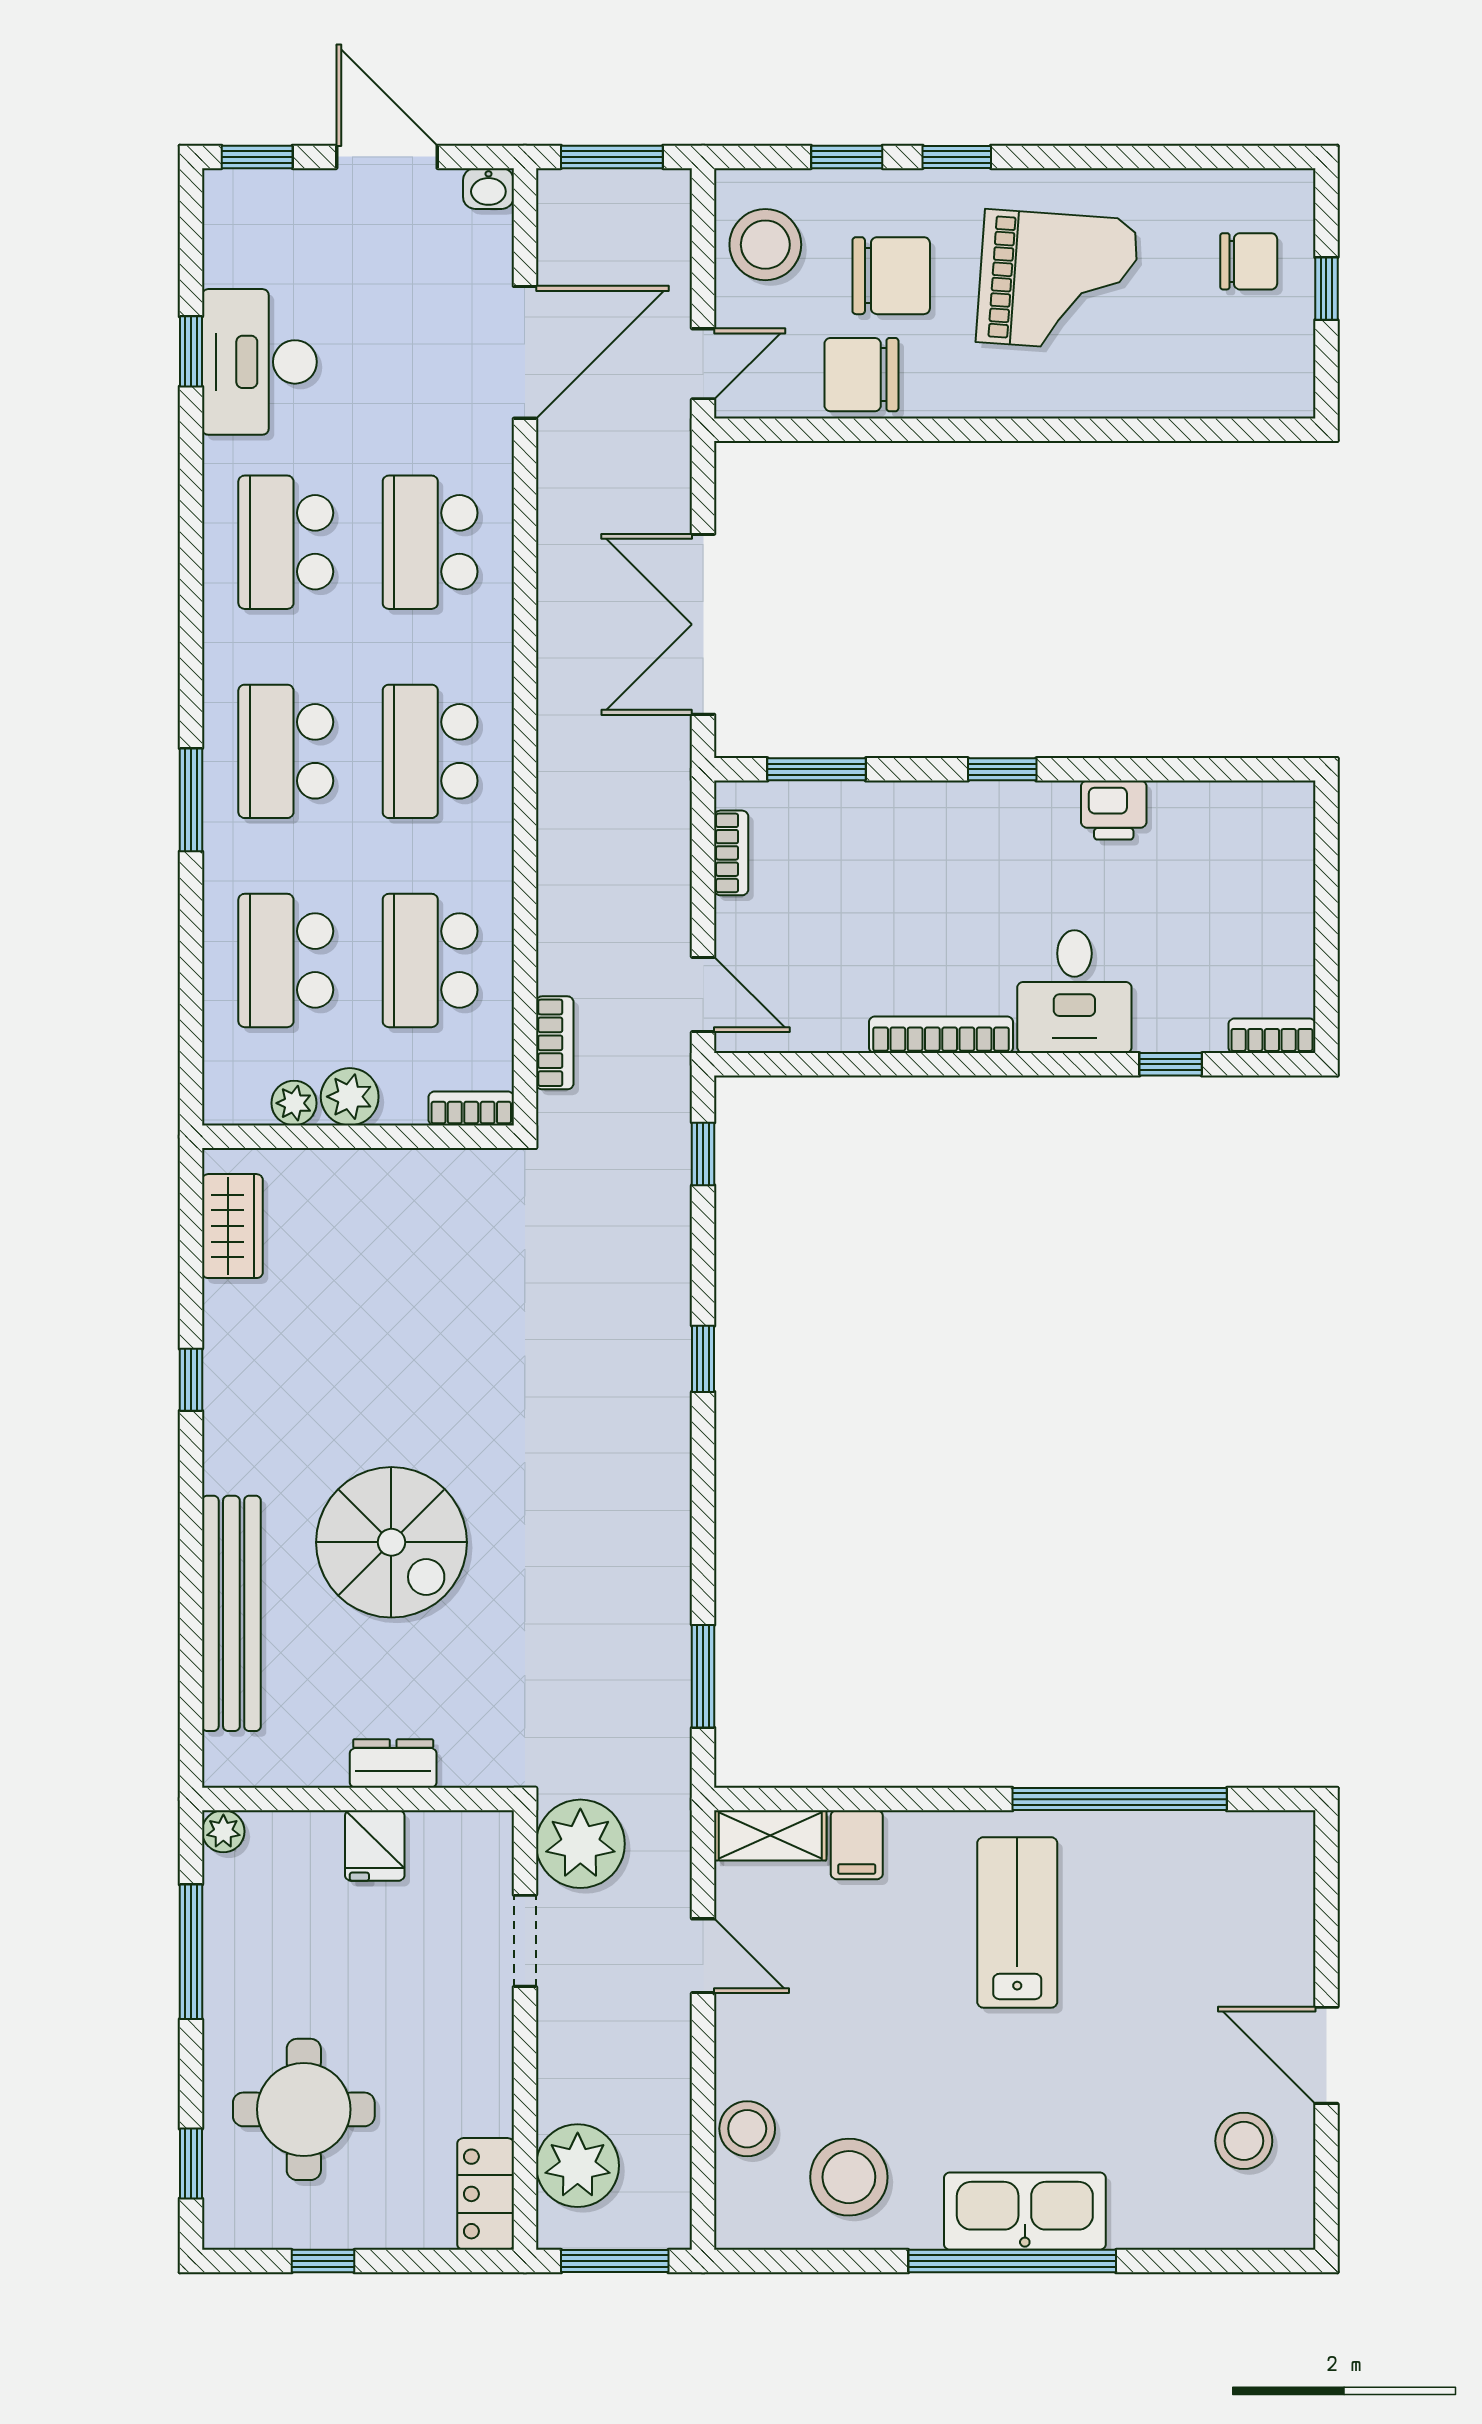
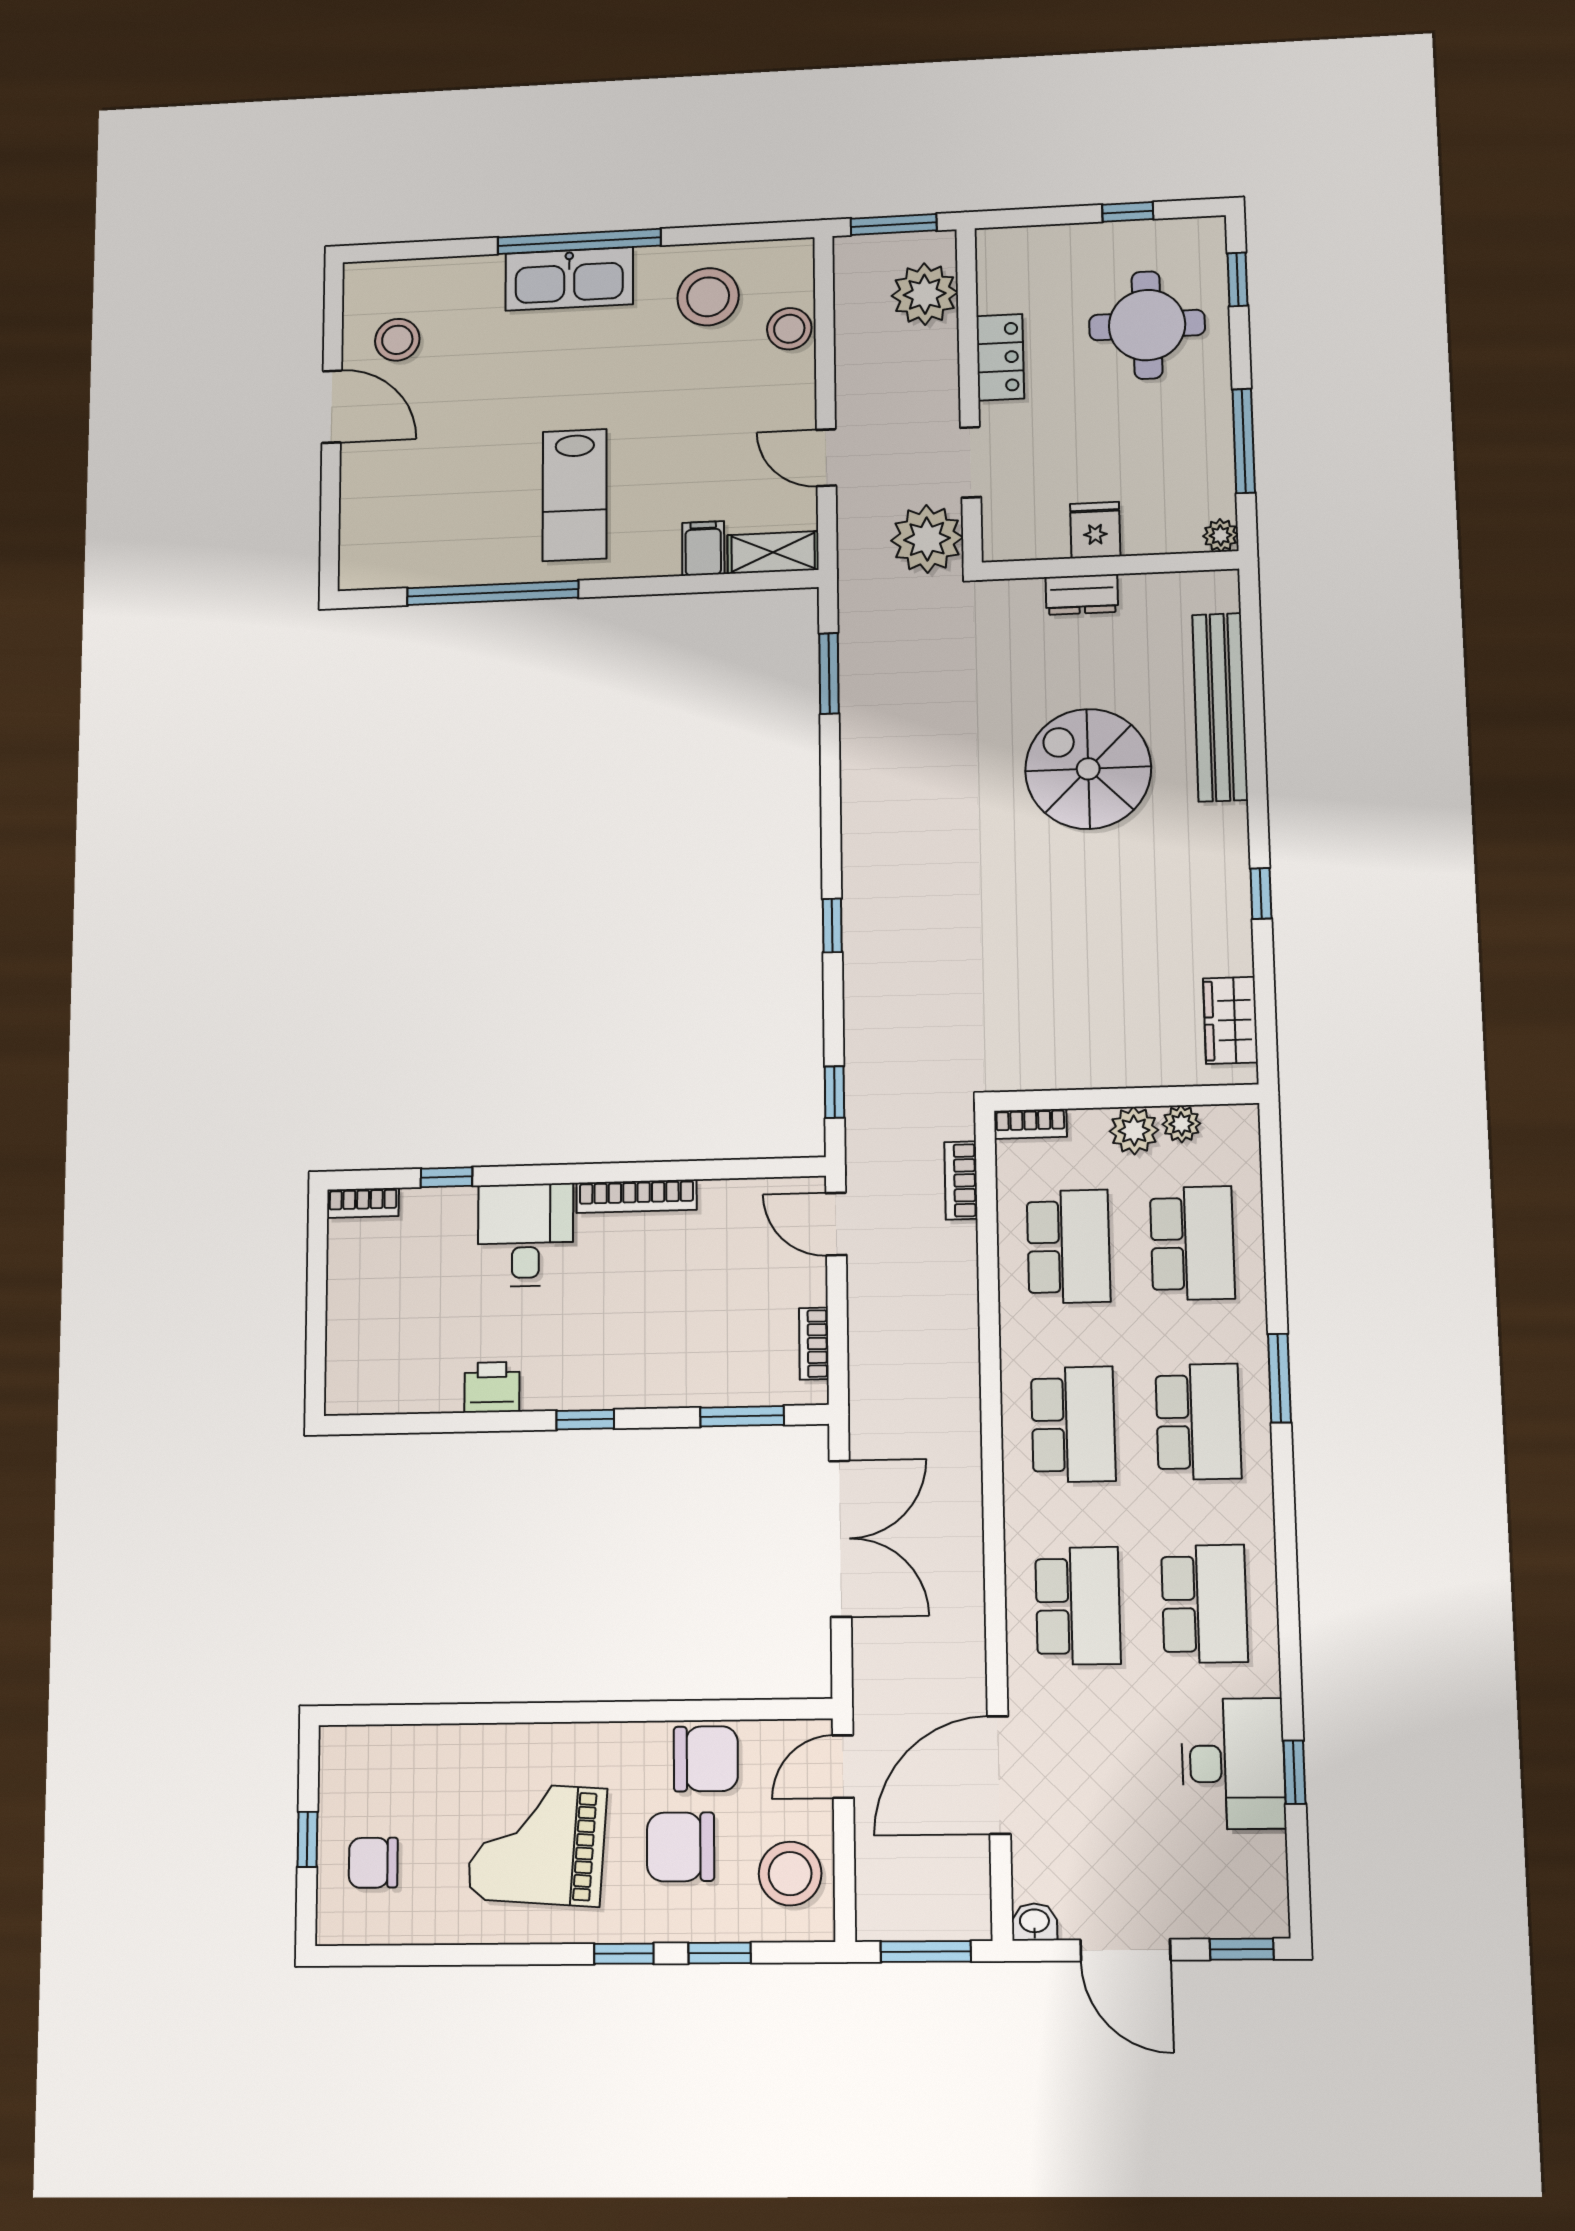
locker: (486, 2194) -> (1000, 357), moved

